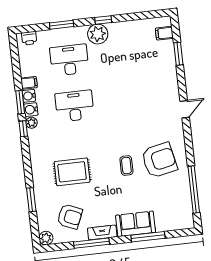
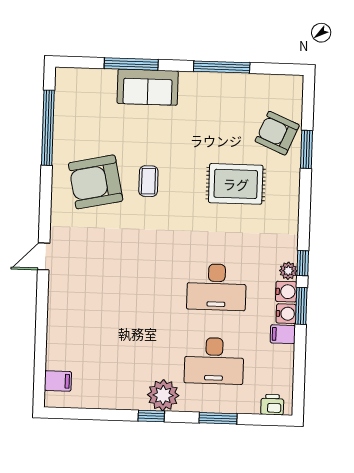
window: (178, 54) -> (41, 345), removed
armchair: (70, 217) -> (277, 133), moved
fireplace: (102, 232) -> (202, 81), removed
plant: (46, 238) -> (292, 86), removed

